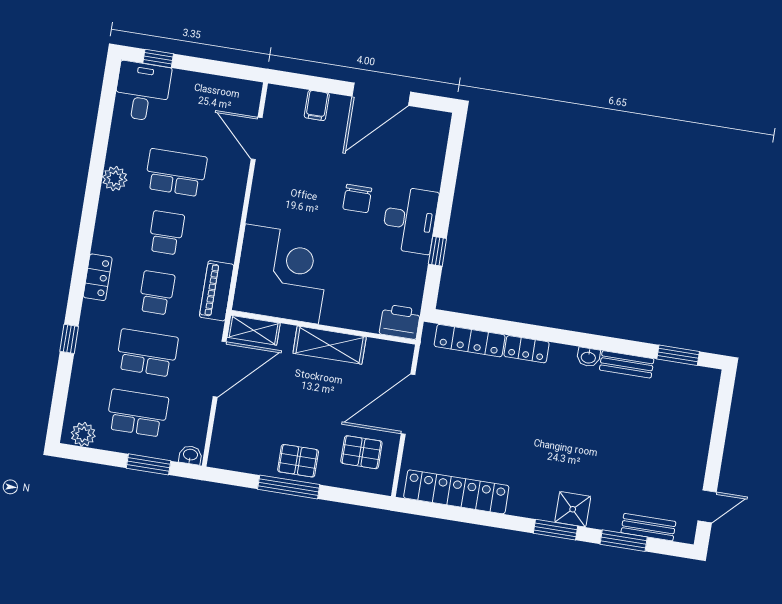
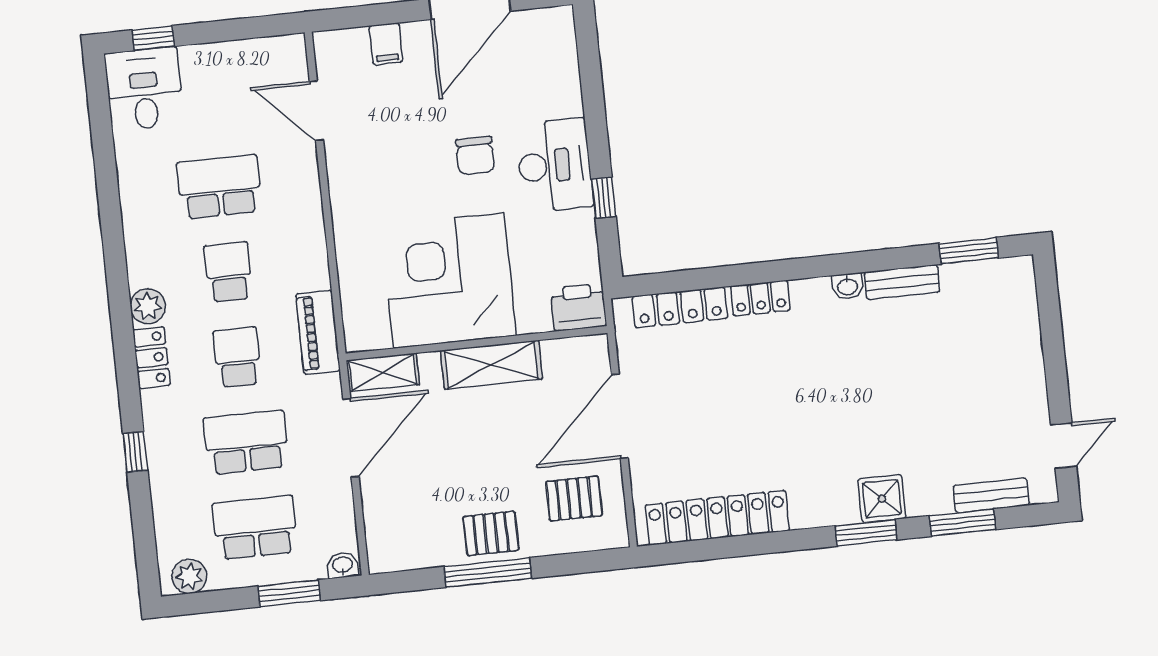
plant: (115, 178) -> (148, 306), moved
corner desk: (282, 274) -> (449, 281), moved, turned -90

